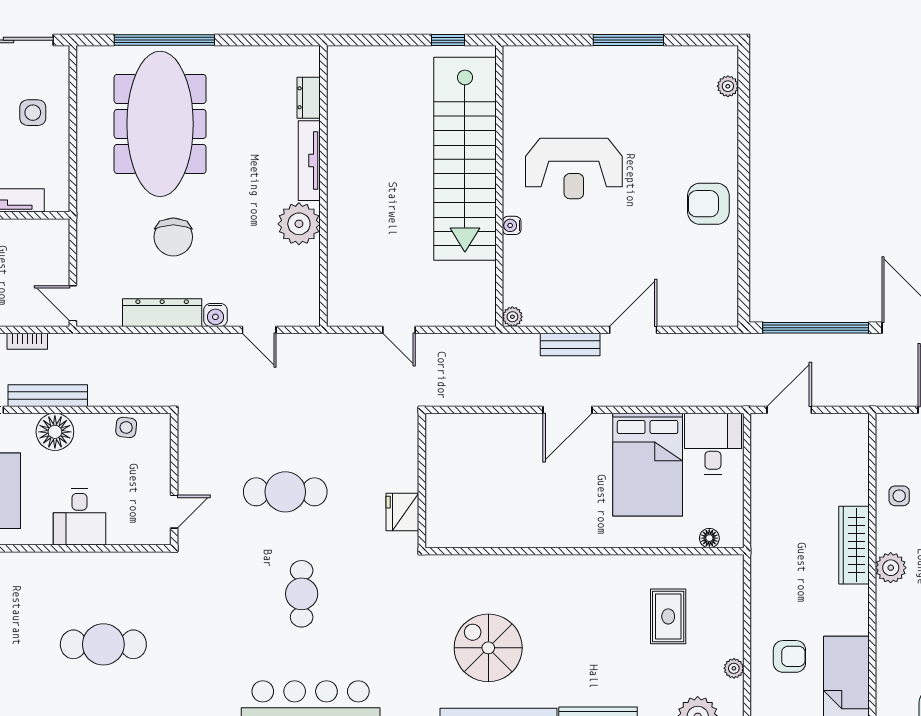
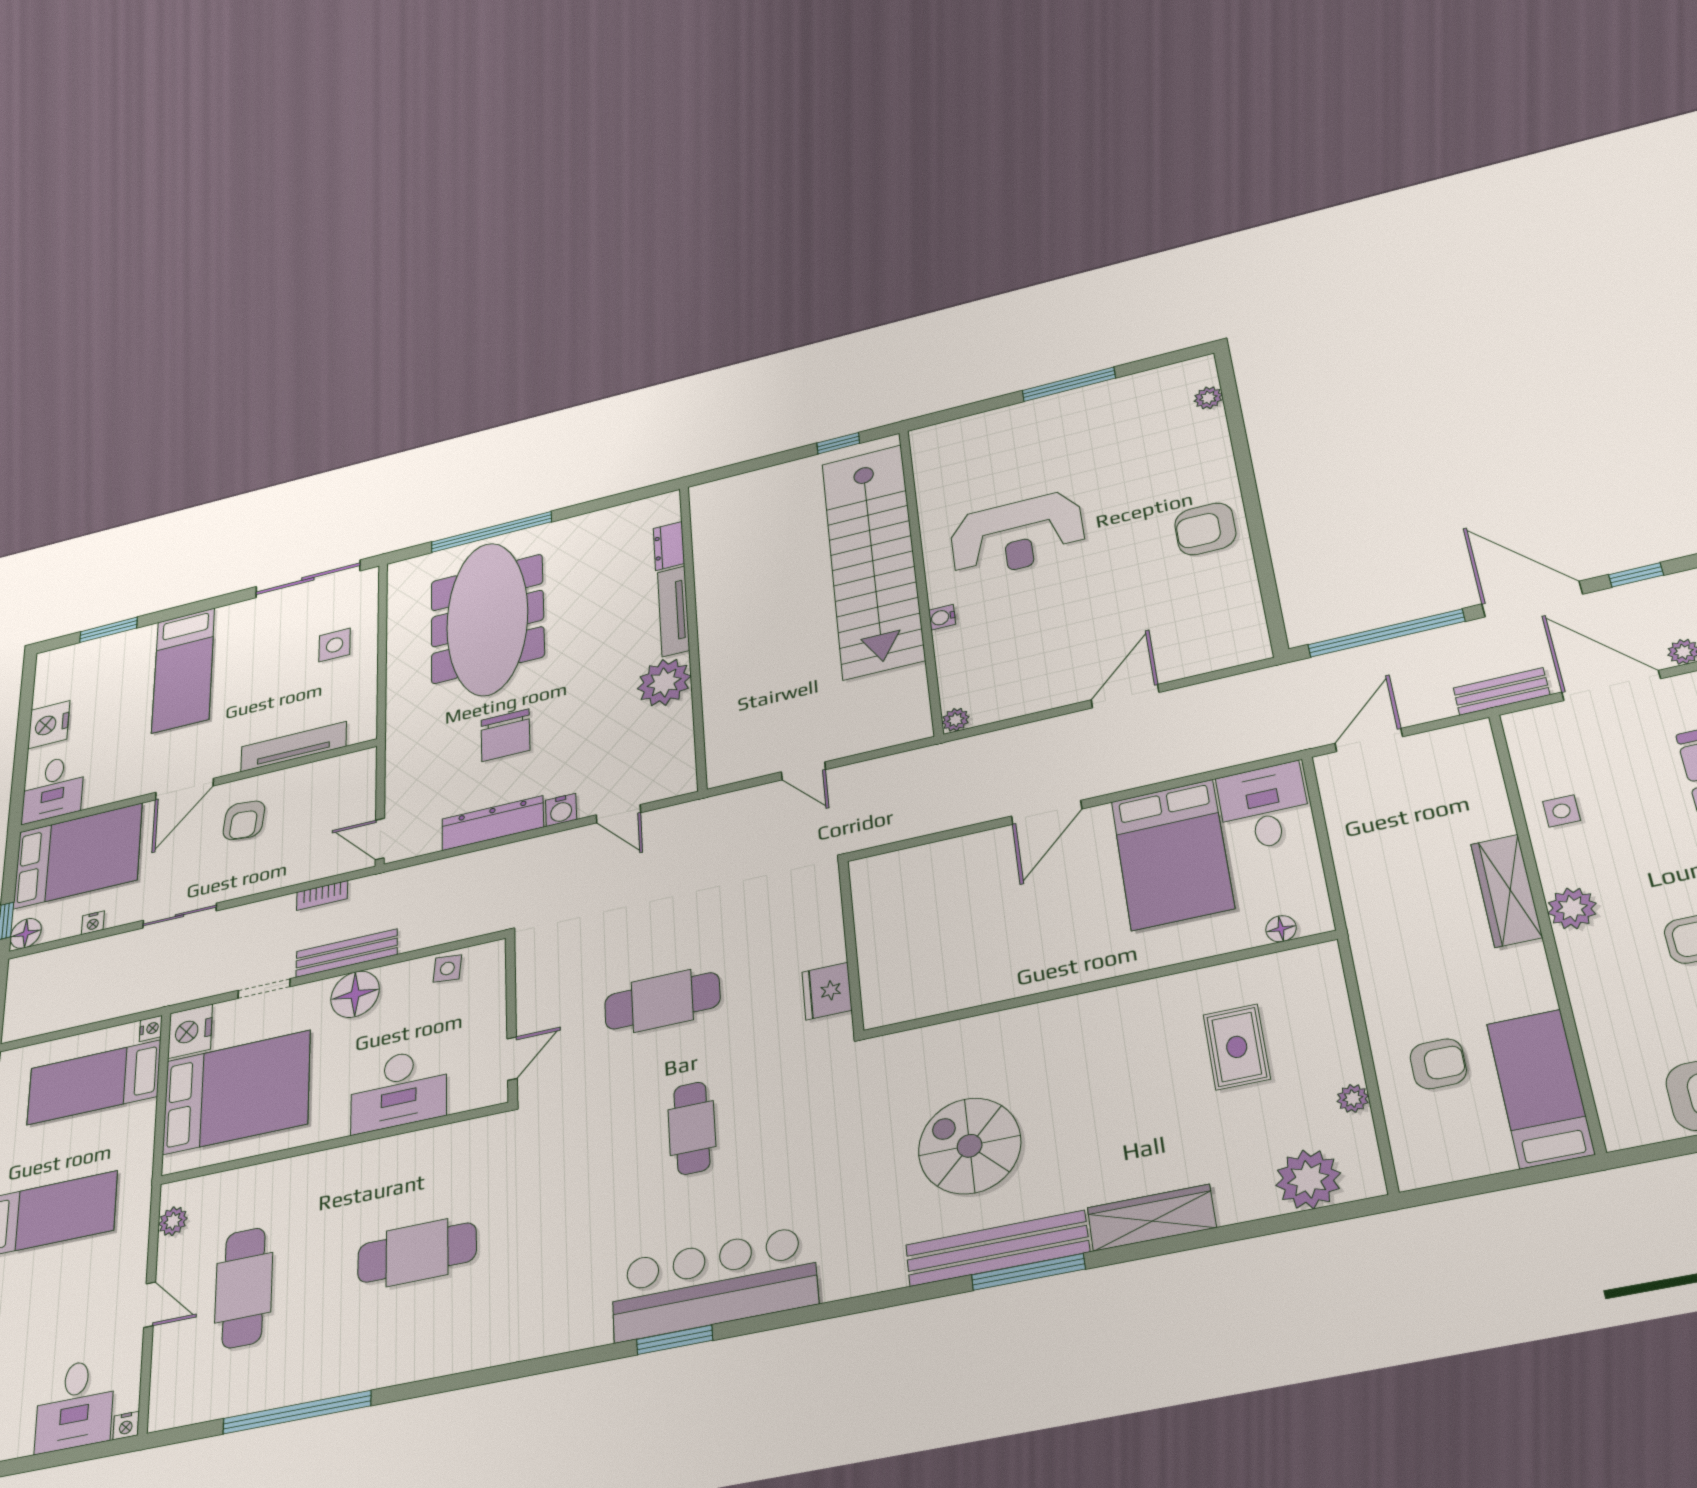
bench: (570, 345) -> (1501, 691), moved
desk: (80, 517) -> (399, 1090), width x1.37

